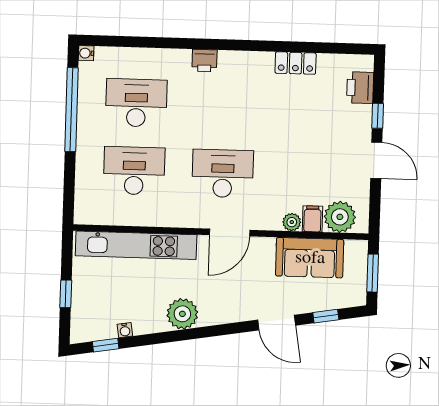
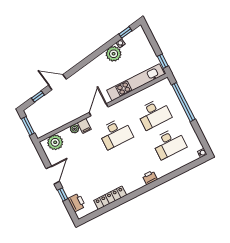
locker: (296, 63) -> (110, 198), width x1.53
window: (72, 110) -> (183, 102), moved
door: (376, 160) -> (53, 175), swing flipped
filing cabinet: (312, 219) -> (84, 126), moved
sofa: (310, 258) -> (59, 118), removed
window: (66, 294) -> (163, 61), moved
plant: (182, 314) -> (114, 54), moved

